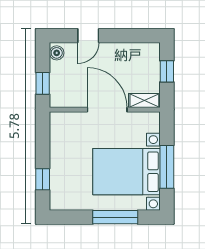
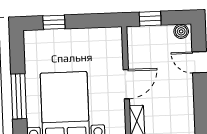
door: (107, 110) -> (126, 84), width x0.73

